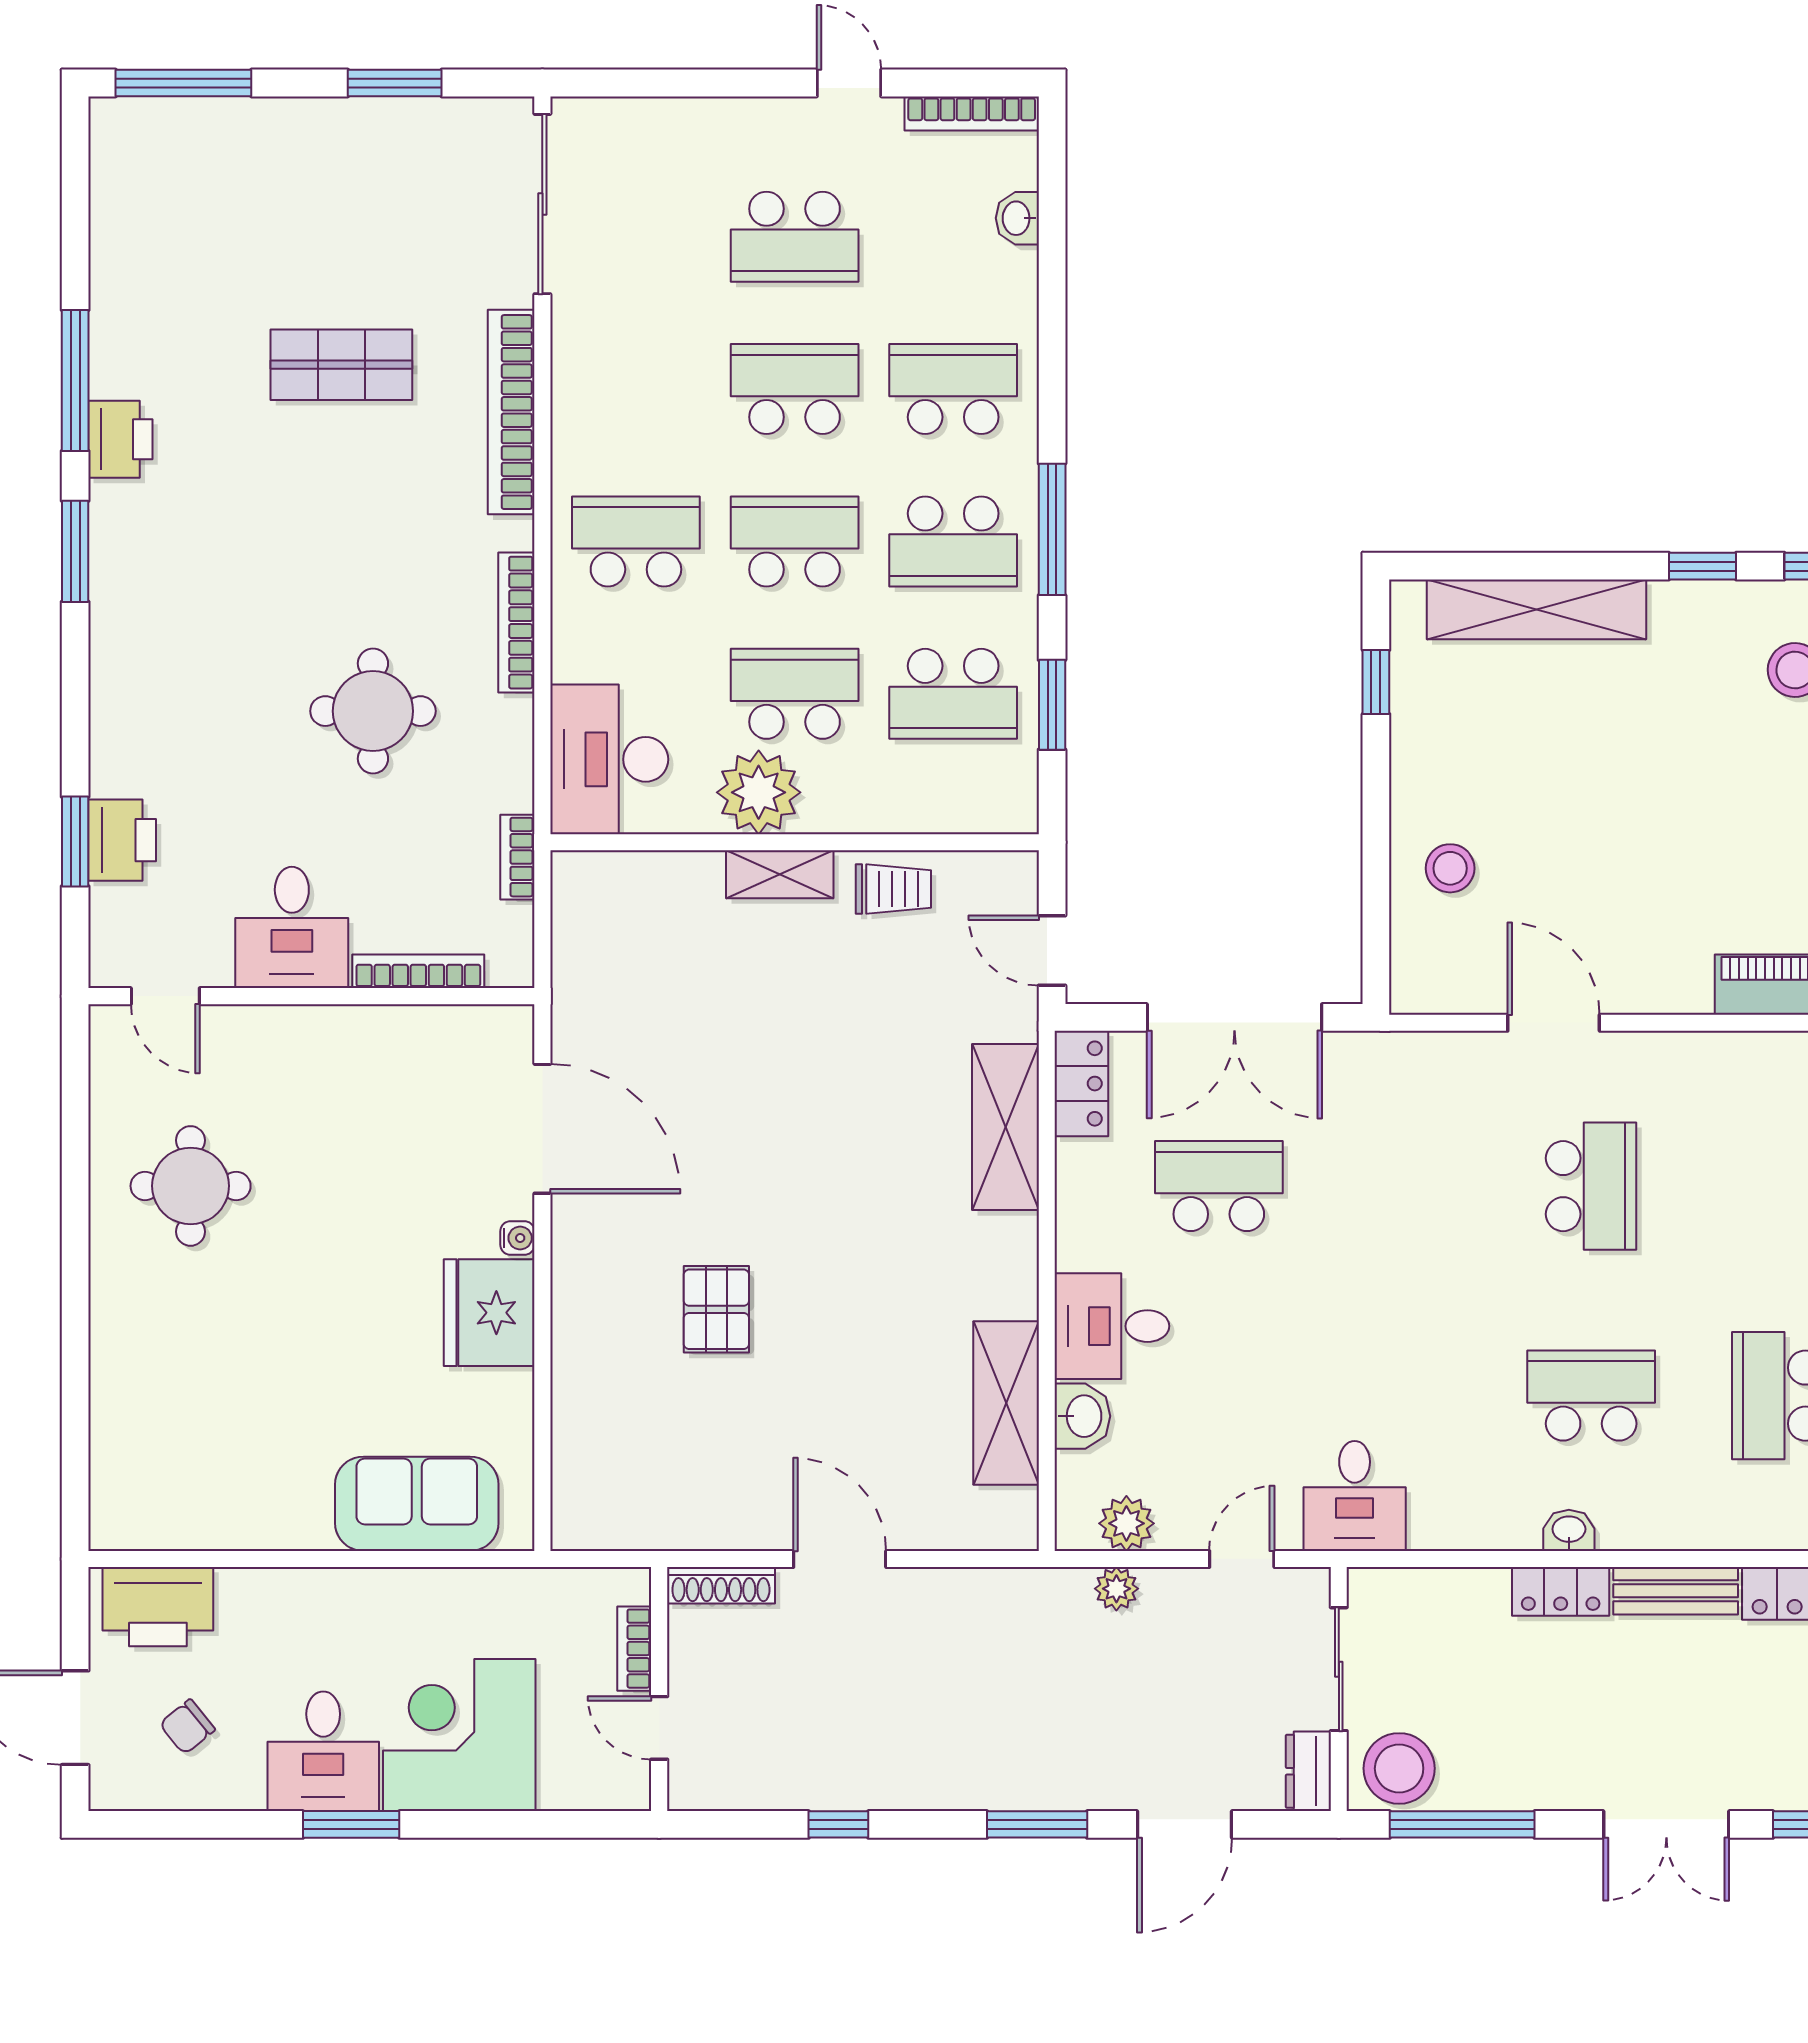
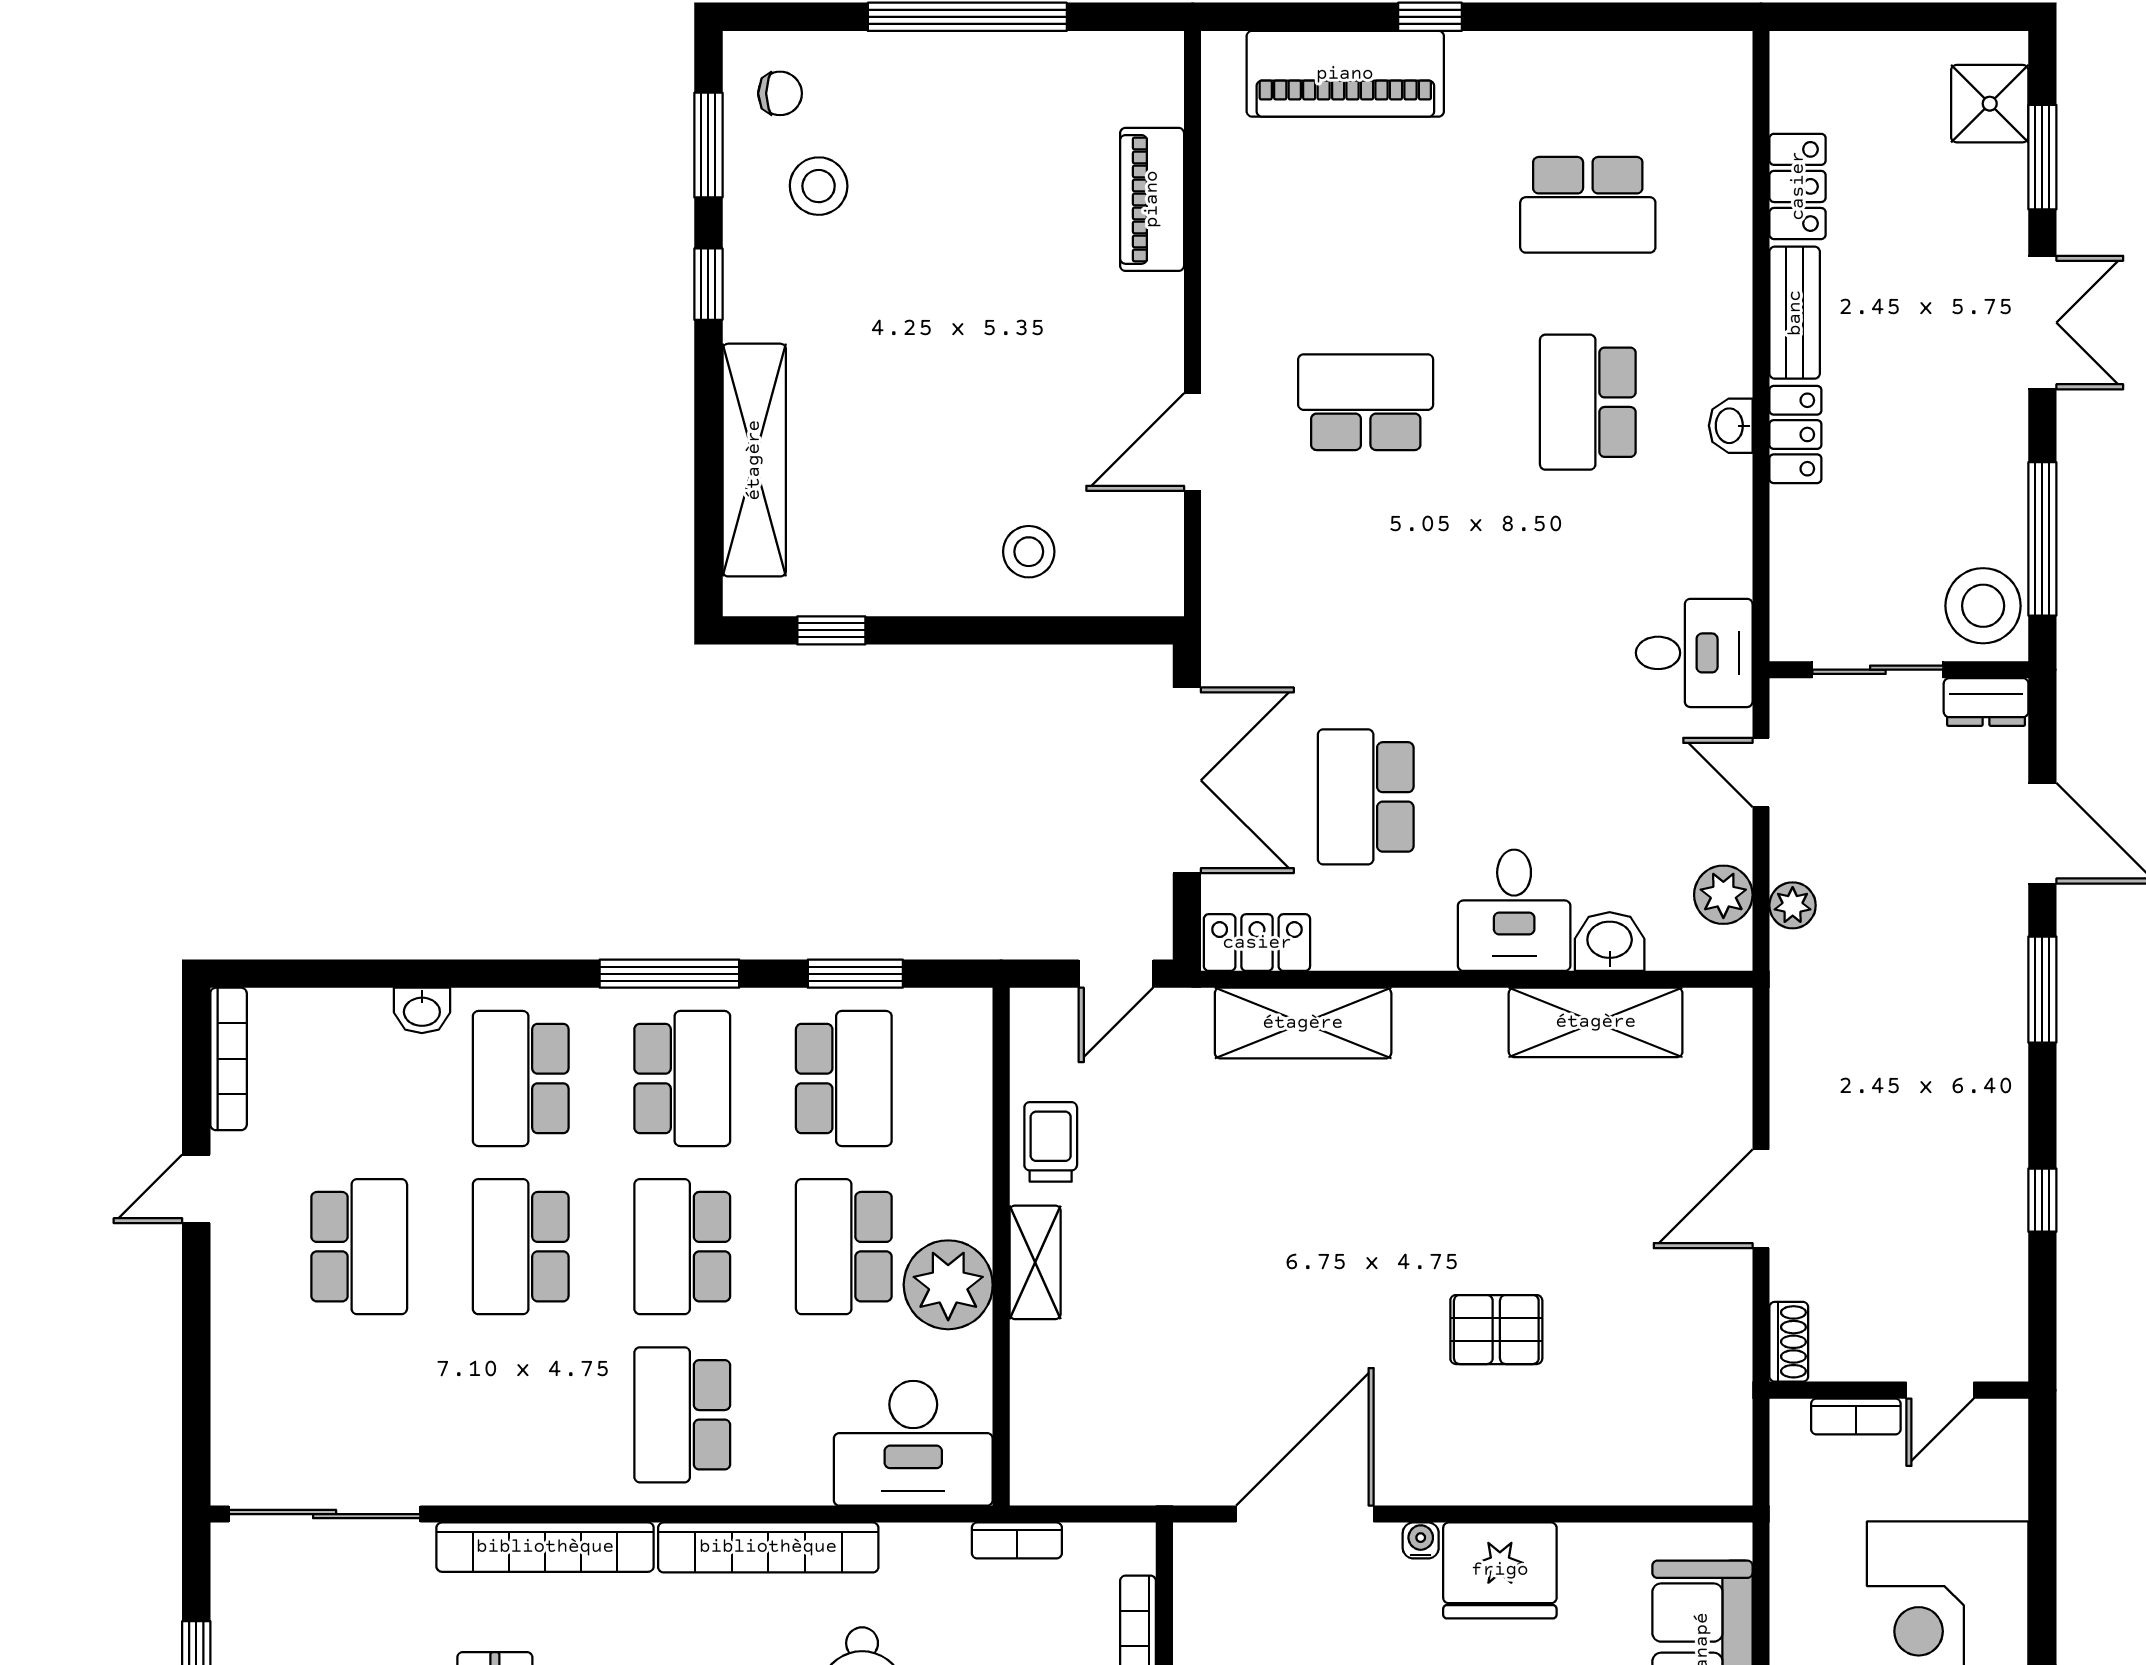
washbasin: (1017, 218) -> (422, 1010), moved
bookcase: (516, 623) -> (768, 1547), width x1.48, depth x1.31
shoe rack: (721, 1585) -> (1789, 1342), width x0.70

